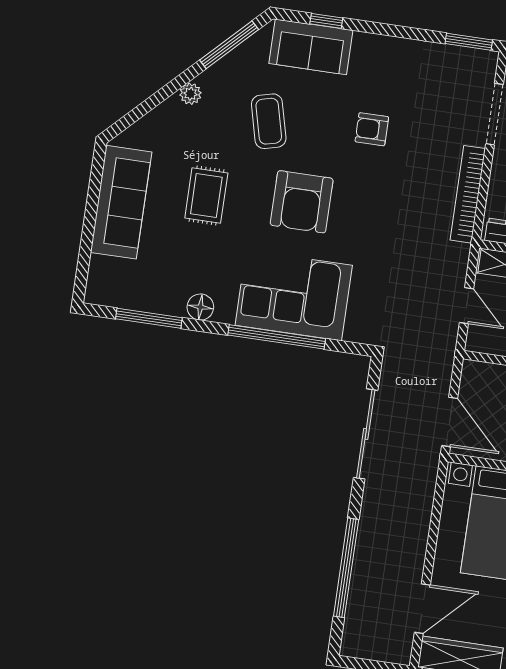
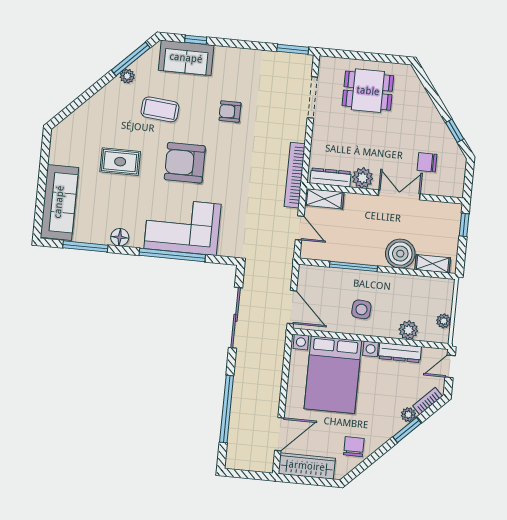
plant: (191, 94) -> (127, 76), moved
coffee table: (269, 121) -> (160, 109), turned -71
bookcase: (468, 194) -> (295, 175), moved
rug: (206, 196) -> (120, 162), turned 90
sofa: (121, 202) -> (59, 202), moved
armchair: (302, 202) -> (185, 163), turned 90

